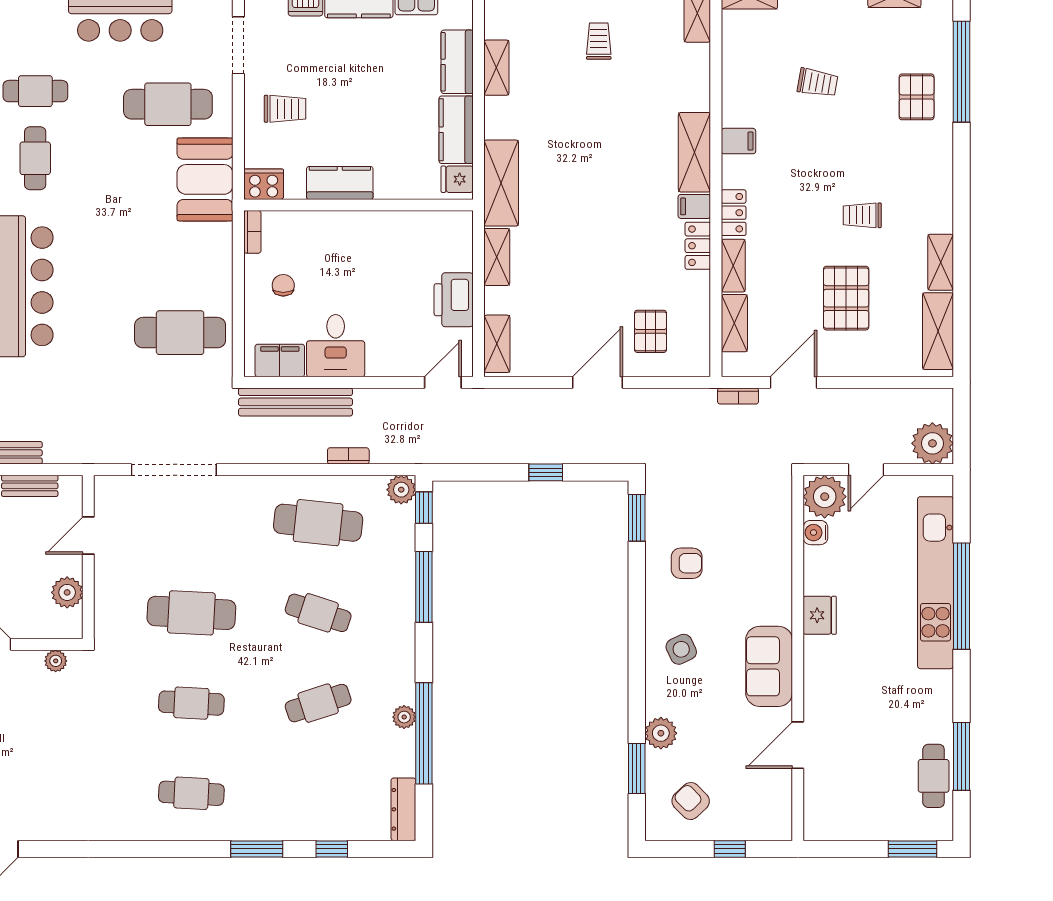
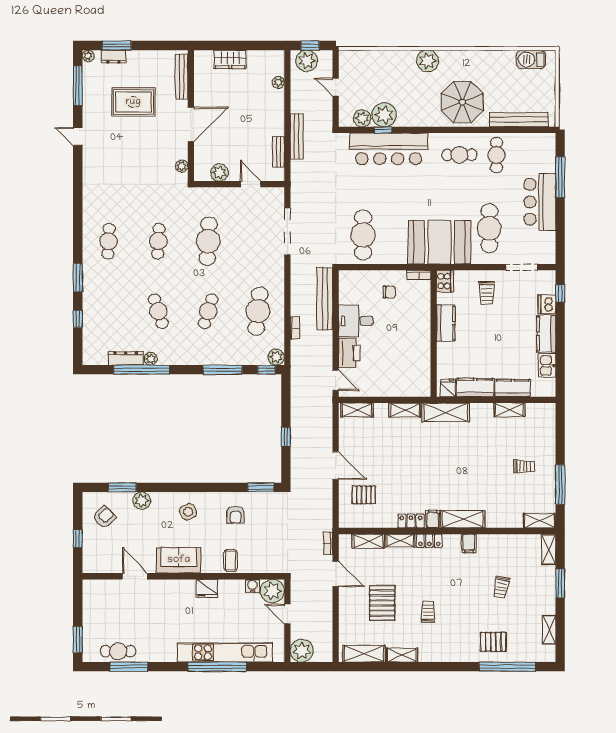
booth: (205, 179) -> (439, 242), width x1.36, depth x1.42
pallet: (846, 298) -> (382, 603), turned 90
printer: (454, 300) -> (349, 353), moved, turned 90
filing cabinet: (280, 360) -> (348, 290), removed
coffee table: (769, 572) -> (231, 561), added
dresser: (403, 809) -> (126, 358), moved

